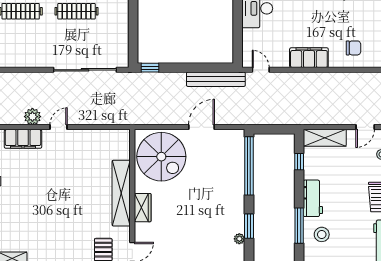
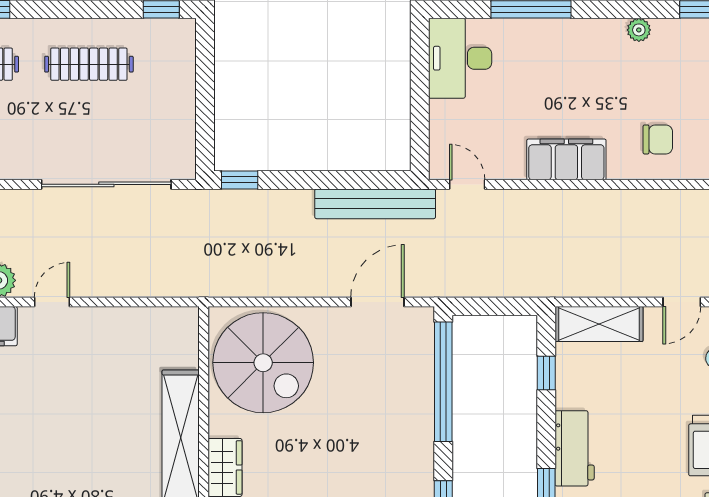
door: (202, 127) -> (377, 302), moved

